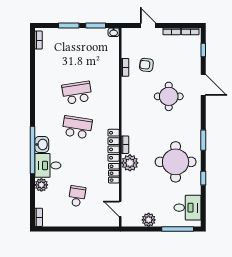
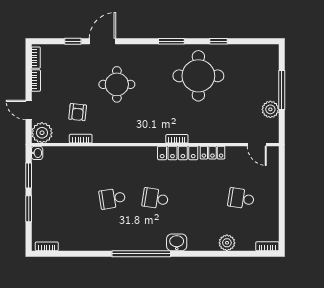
door: (148, 26) -> (29, 110), hinge flipped
window: (203, 50) -> (73, 41), moved
school desk: (77, 93) -> (112, 198), width x0.54
school desk: (77, 127) -> (155, 198), width x0.54
window: (33, 150) -> (141, 254), moved
plant: (130, 163) -> (42, 133), moved
desk: (48, 165) -> (203, 235), removed
desk: (188, 208) -> (255, 61), removed
door: (120, 209) -> (257, 145), hinge flipped
window: (178, 229) -> (282, 90), moved

